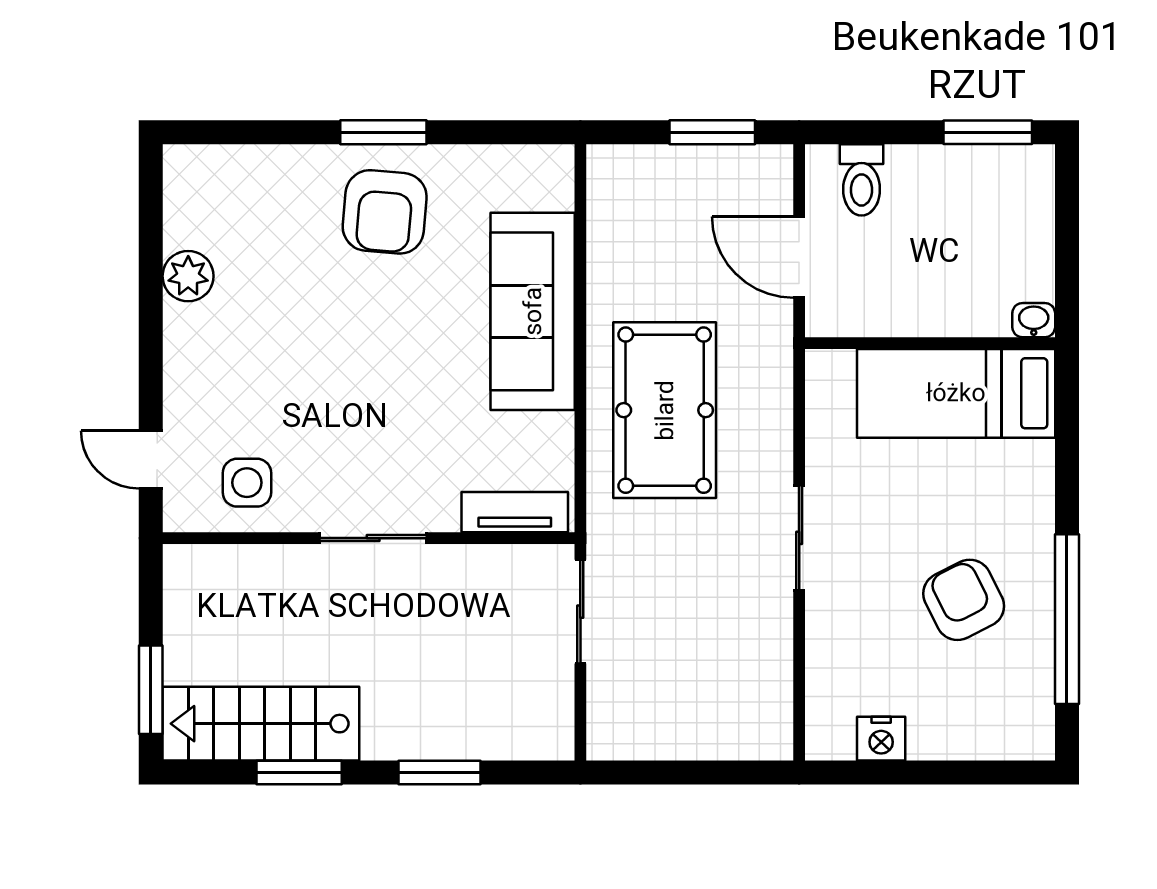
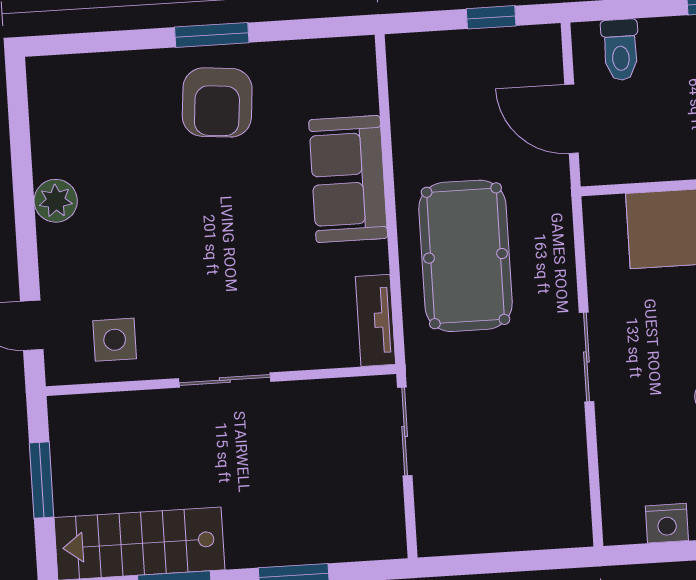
window: (712, 132) -> (491, 17), width x0.67
plant: (188, 276) -> (56, 201), moved
sofa: (533, 311) -> (348, 179), width x0.73
tv unit: (515, 512) -> (375, 320), moved, turned -90
window: (151, 690) -> (42, 480), moved

